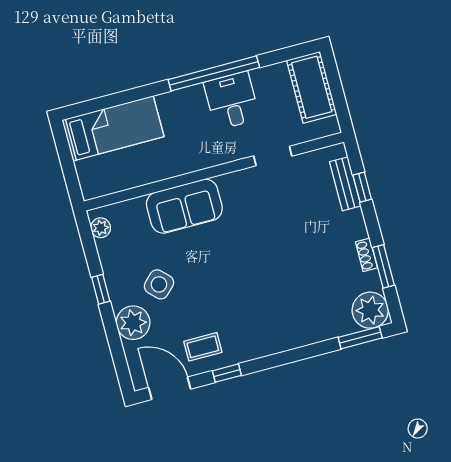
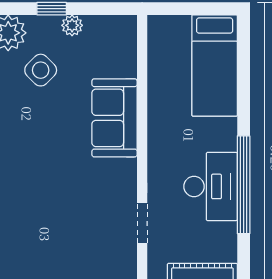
desk: (232, 101) -> (211, 186), width x1.37
plant: (101, 228) -> (72, 25), moved

